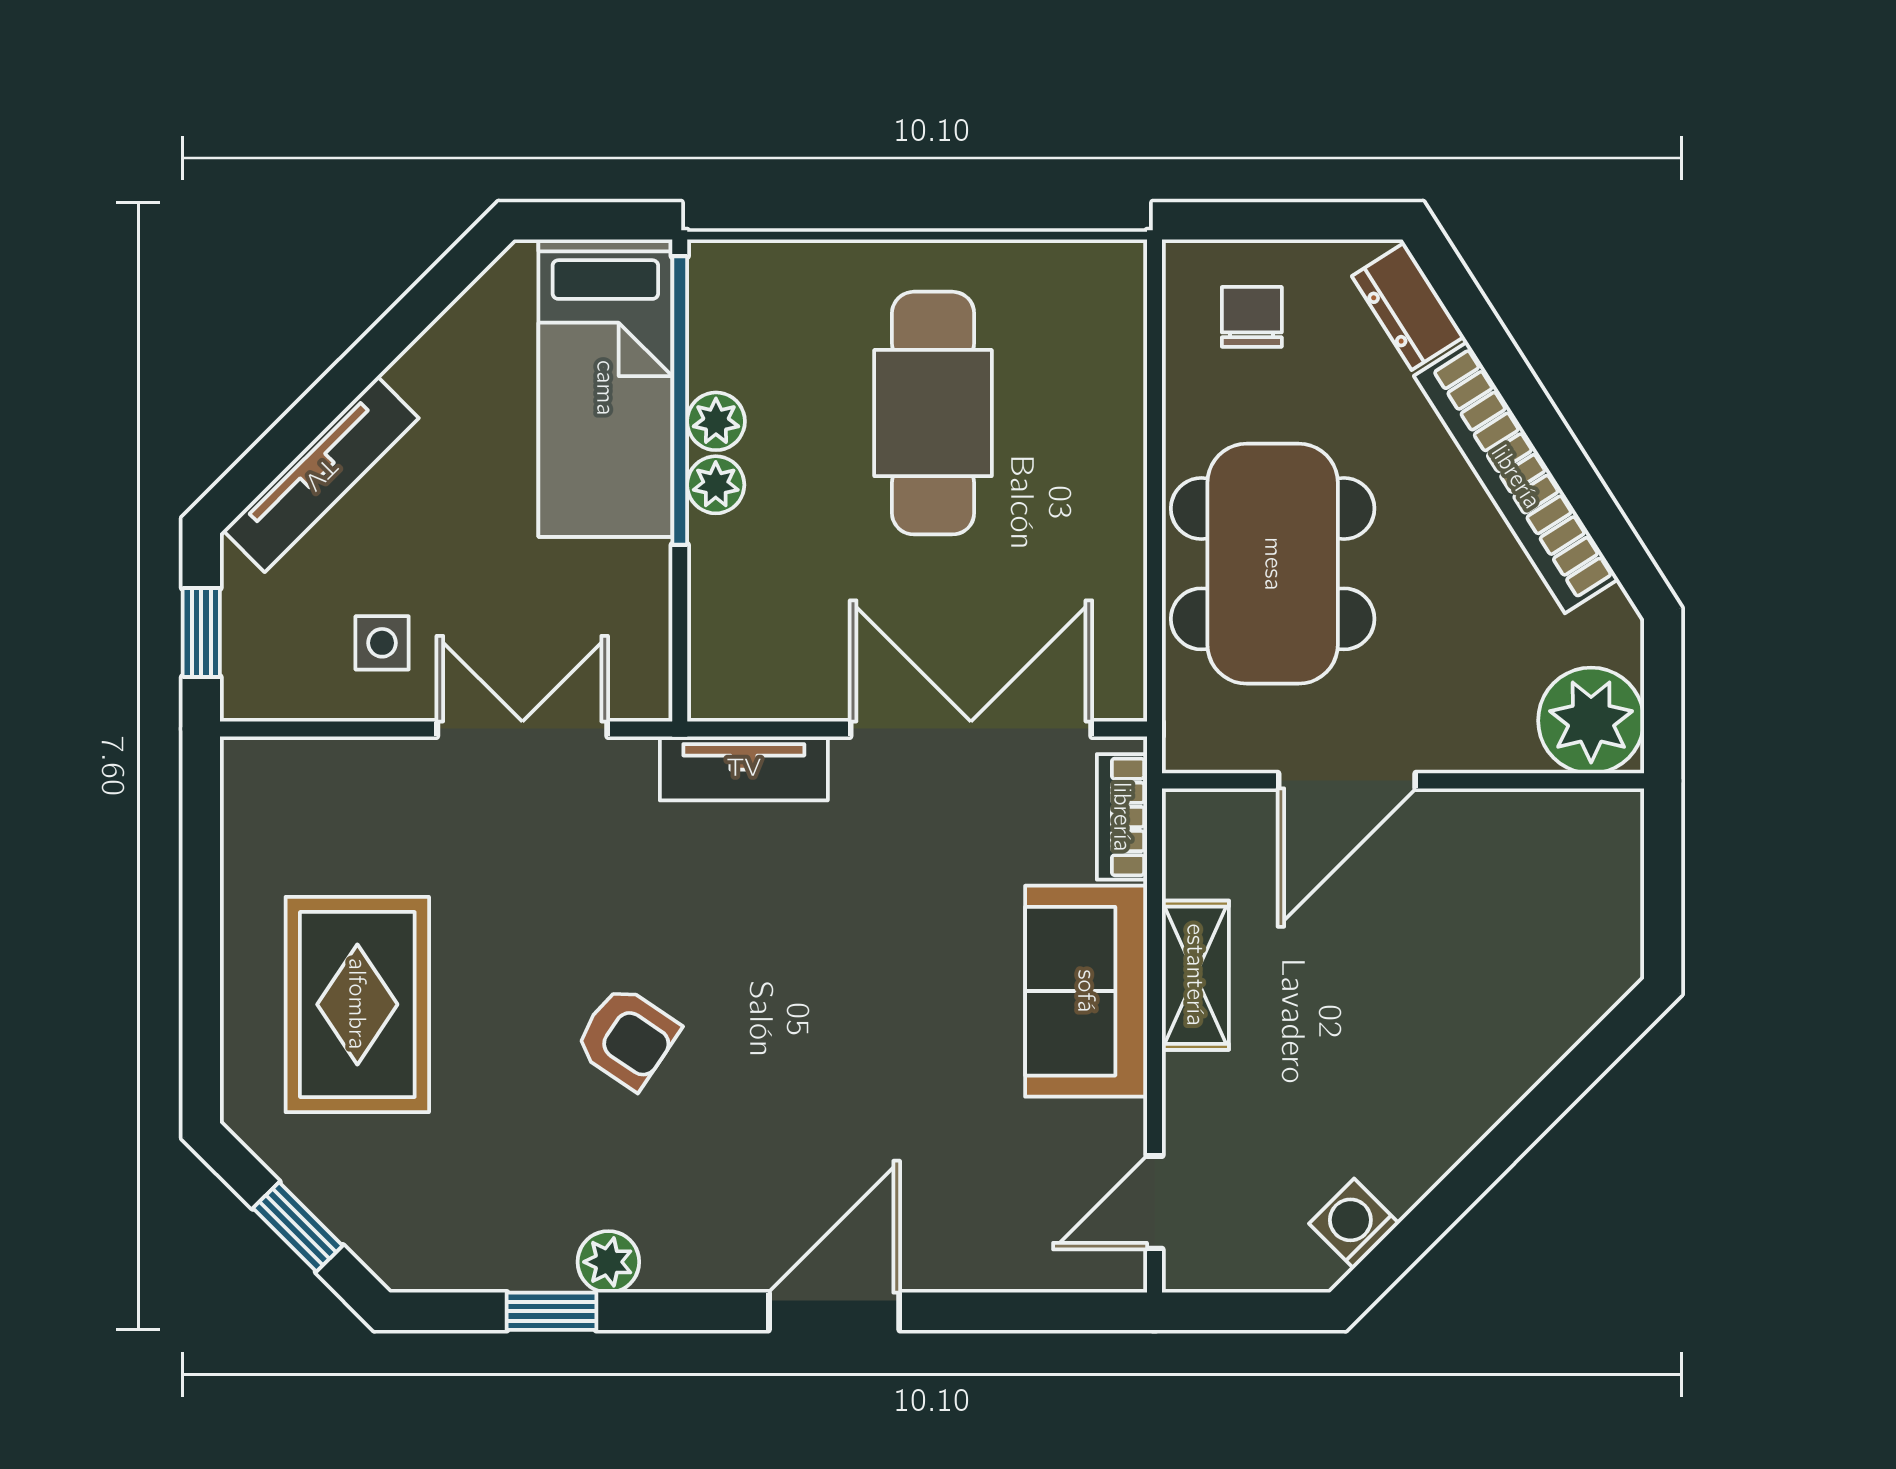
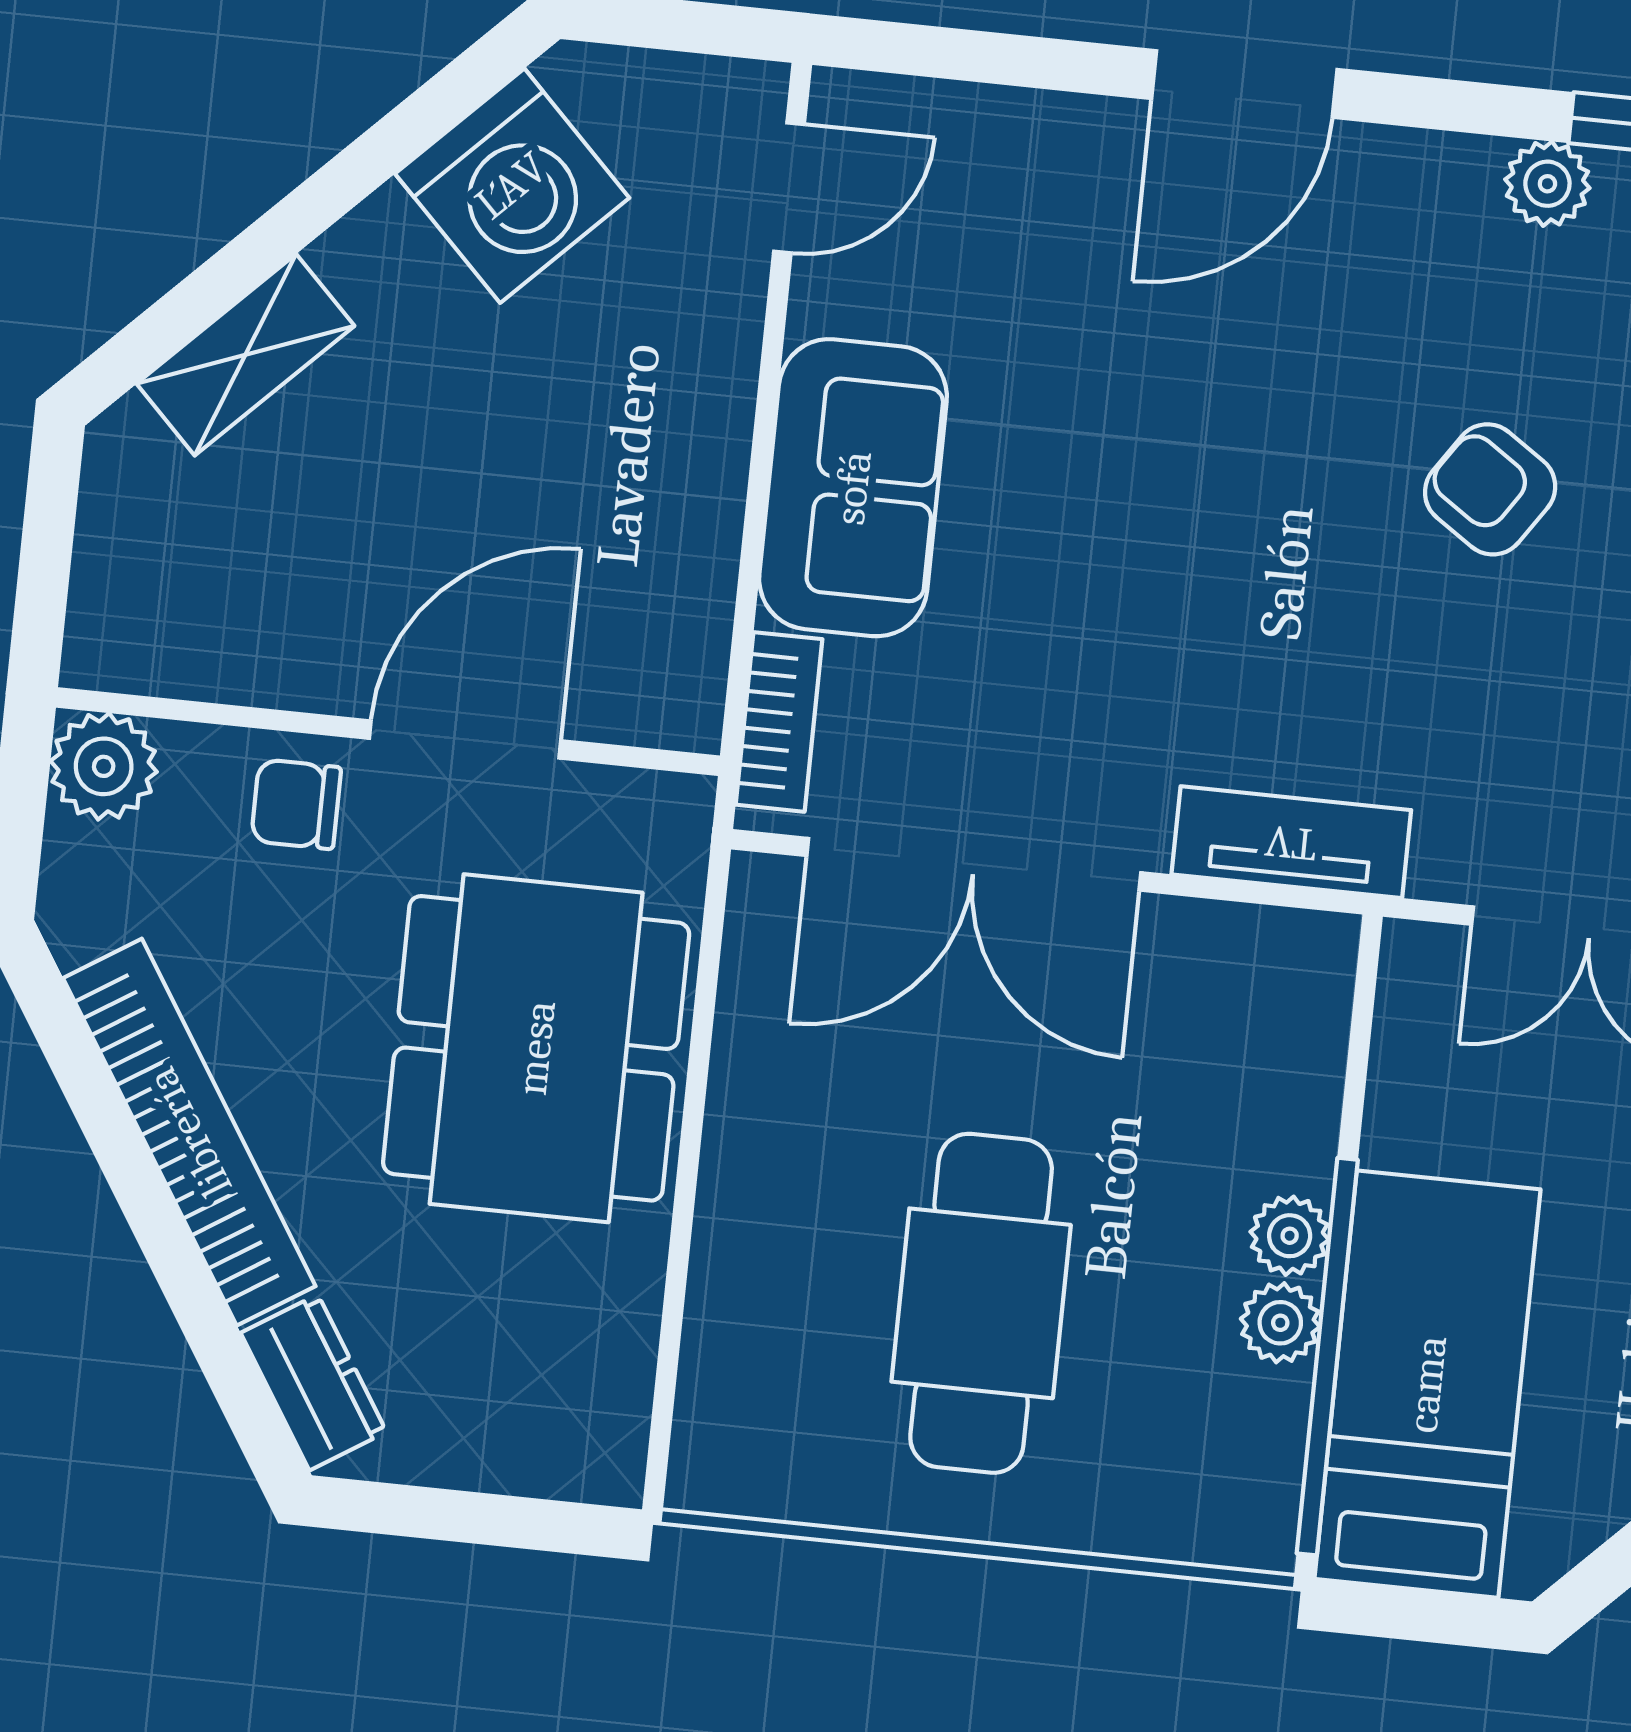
chair: (1252, 317) -> (296, 804), moved, turned 90
plant: (1591, 721) -> (104, 766), width x0.73, depth x0.73
shelving: (1195, 975) -> (245, 355), moved, turned 45
washing machine: (1354, 1224) -> (512, 186), width x1.89, depth x1.89

